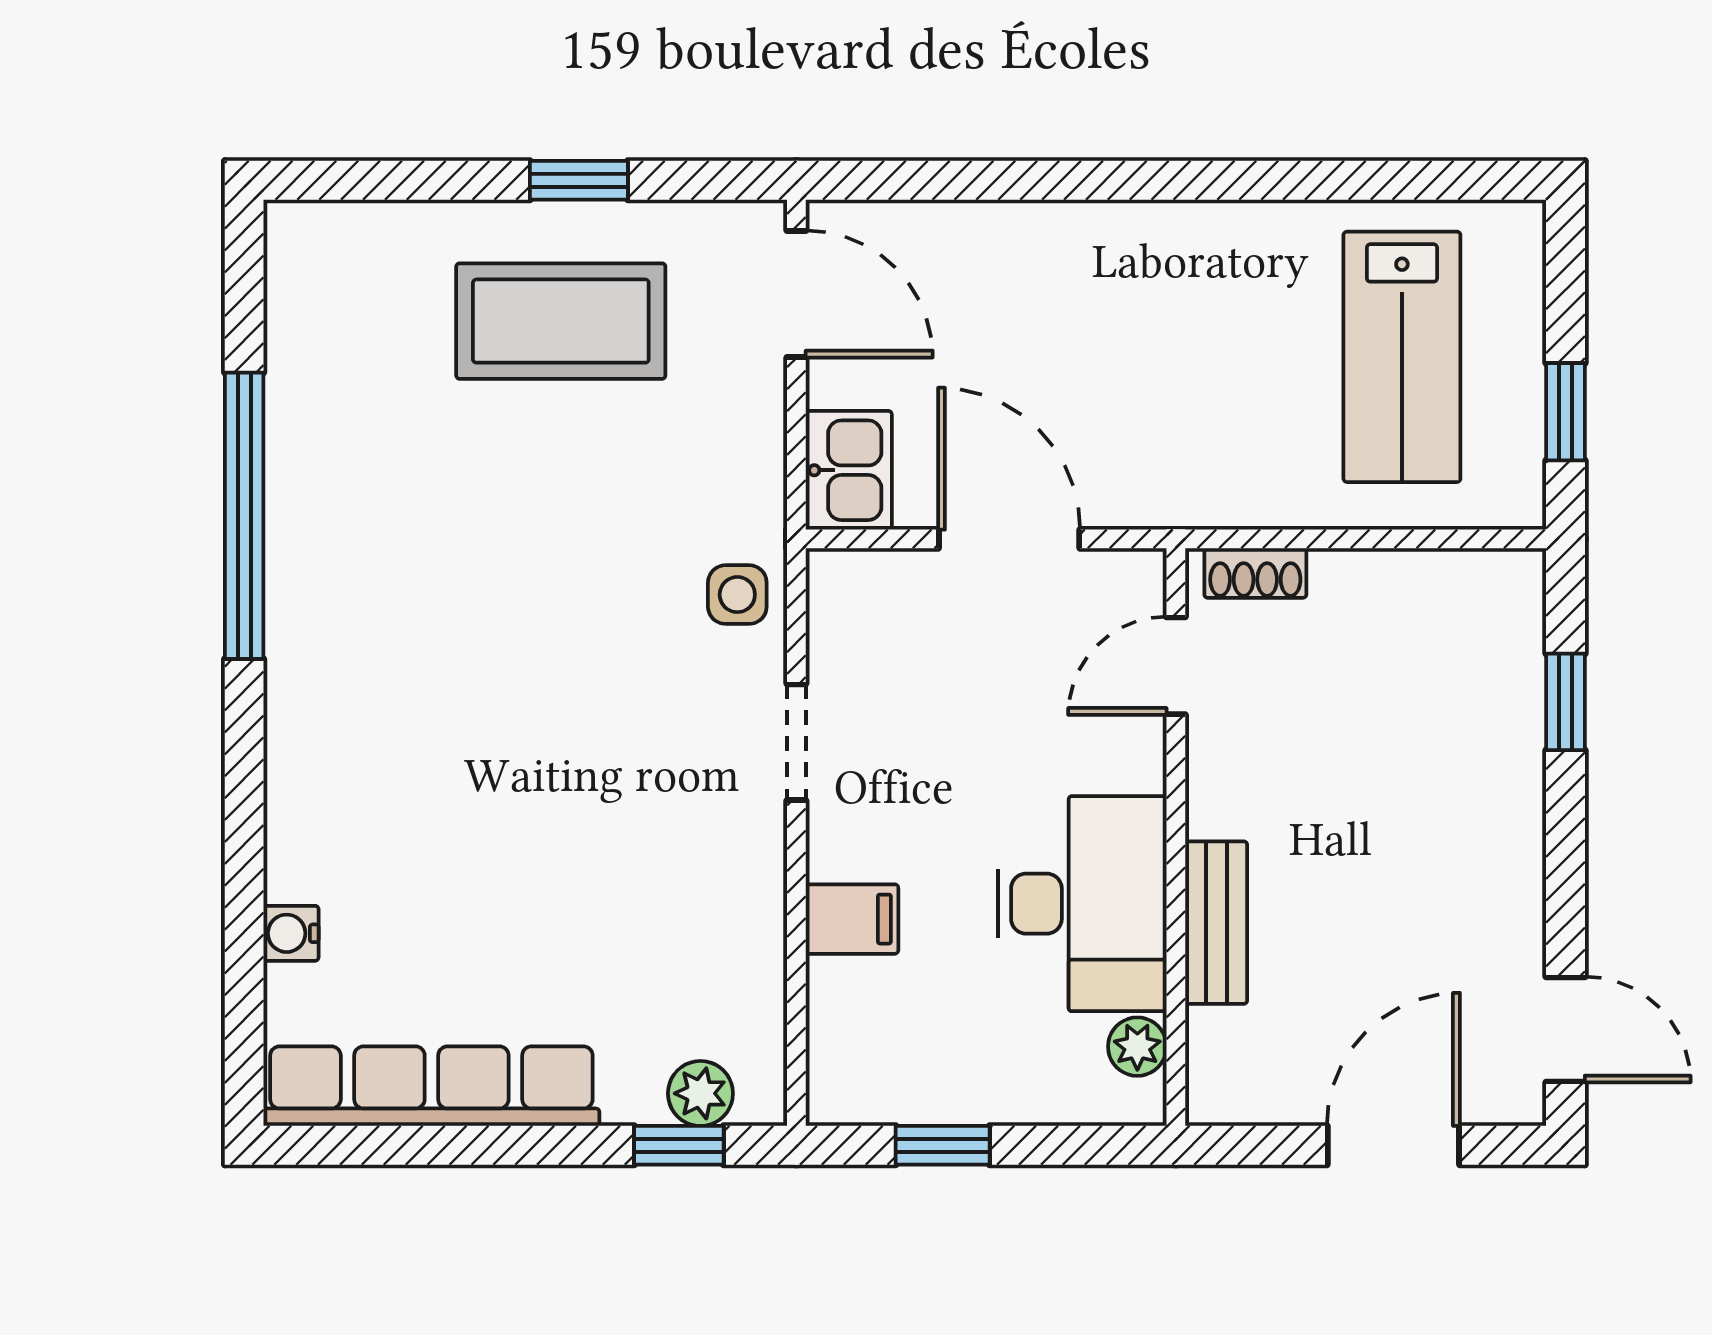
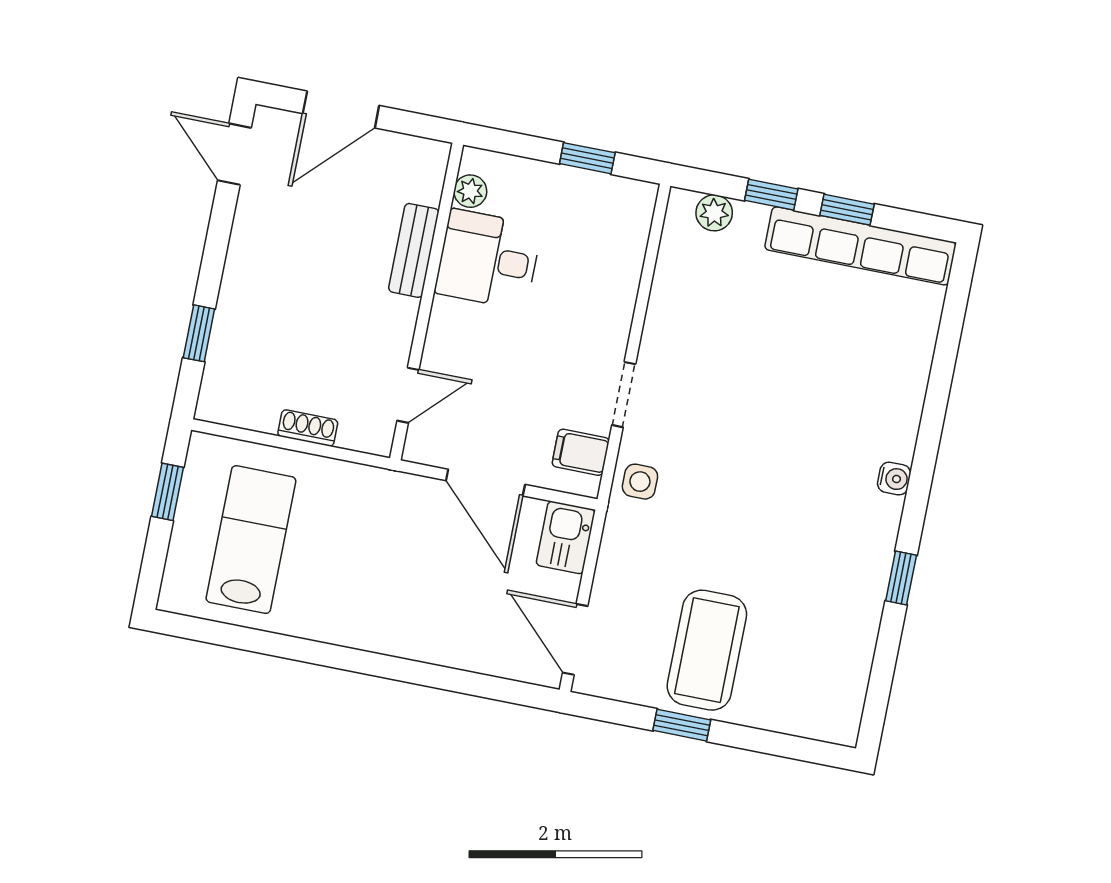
coffee table: (561, 321) -> (707, 650), turned 90
window: (244, 516) -> (901, 578), width x0.32
shoe rack: (1255, 573) -> (308, 428), moved
desk: (1082, 904) -> (488, 259), width x0.73
filing cabinet: (852, 919) -> (581, 452), moved
water cooler: (291, 933) -> (894, 479), moved
window: (468, 1145) -> (847, 210), added
window: (679, 1145) -> (771, 195), moved

